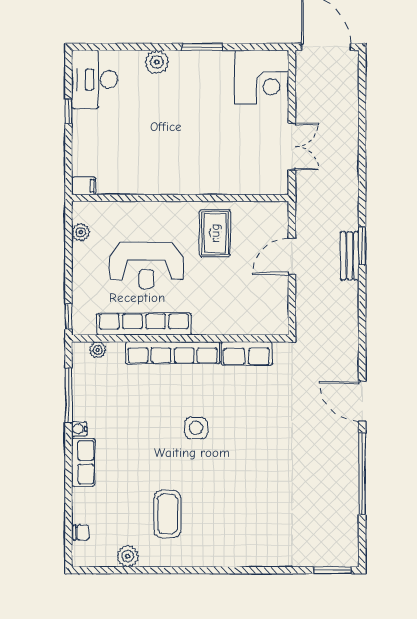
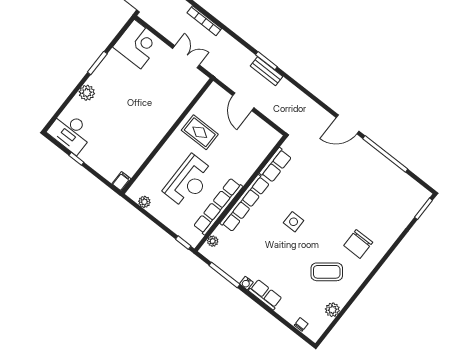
bookcase: (352, 135) -> (204, 21), added
coffee table: (167, 514) -> (327, 272), turned -38
chair: (230, 525) -> (358, 244), added

